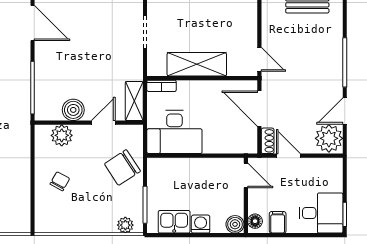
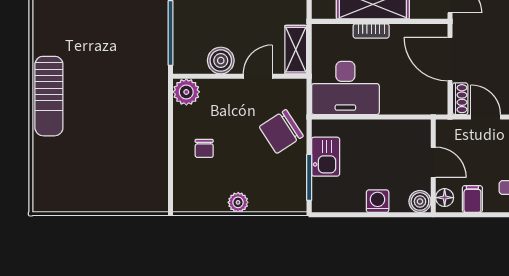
bookcase: (162, 86) -> (371, 31), moved
plant: (62, 135) -> (186, 92), moved
door: (246, 176) -> (433, 162), moved
chair: (60, 181) -> (204, 148), turned 151
kitchen sink: (174, 222) -> (326, 157), moved, turned 90
plant: (125, 225) -> (238, 202), moved

